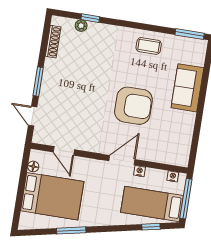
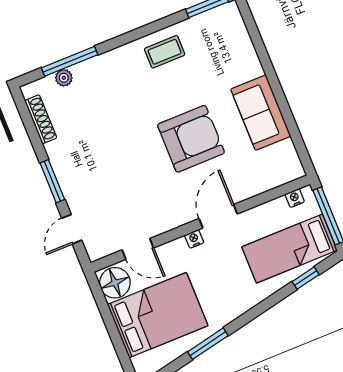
window: (90, 18) -> (70, 61), width x2.17
sofa: (187, 88) -> (261, 113), moved
door: (33, 116) -> (72, 229), hinge flipped
floor lamp: (33, 166) -> (115, 283), width x1.89, depth x1.89
nightstand: (140, 171) -> (194, 239), moved

